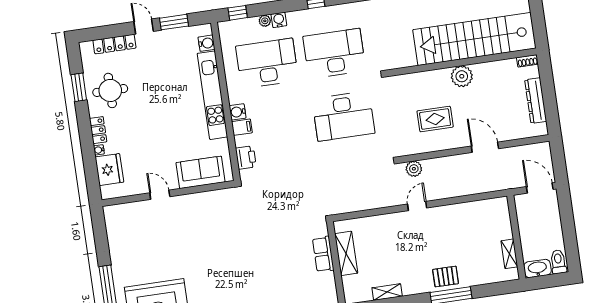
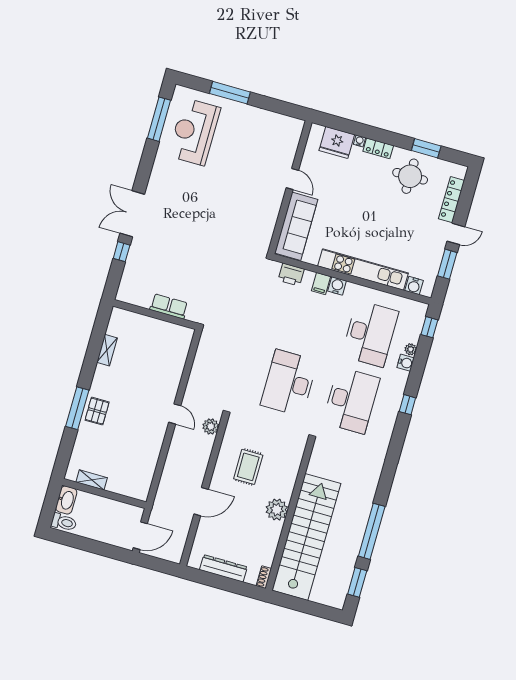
sofa: (201, 172) -> (296, 226), width x1.36
door: (160, 195) -> (292, 179), hinge flipped
shelving: (346, 253) -> (160, 328), removed

